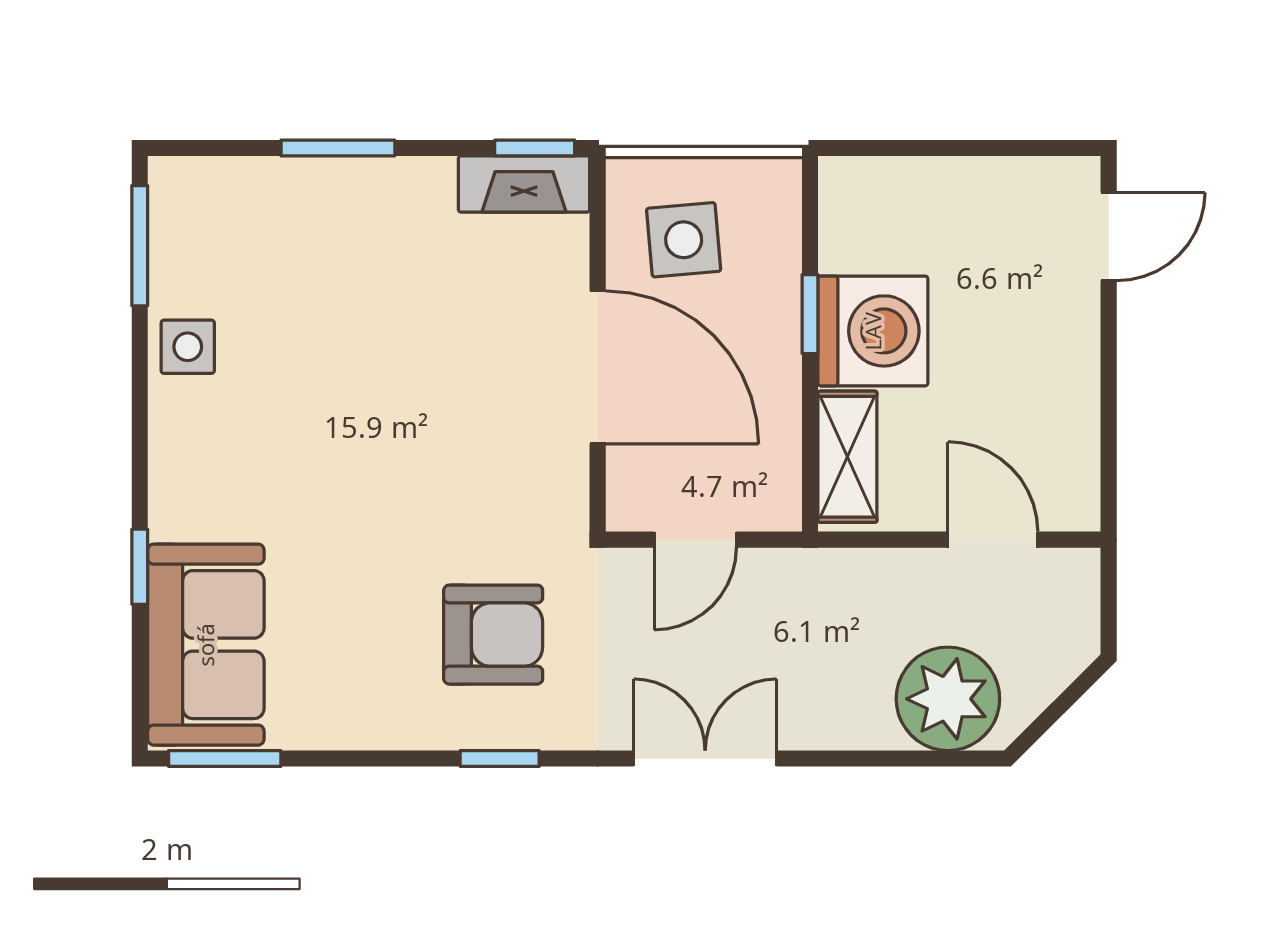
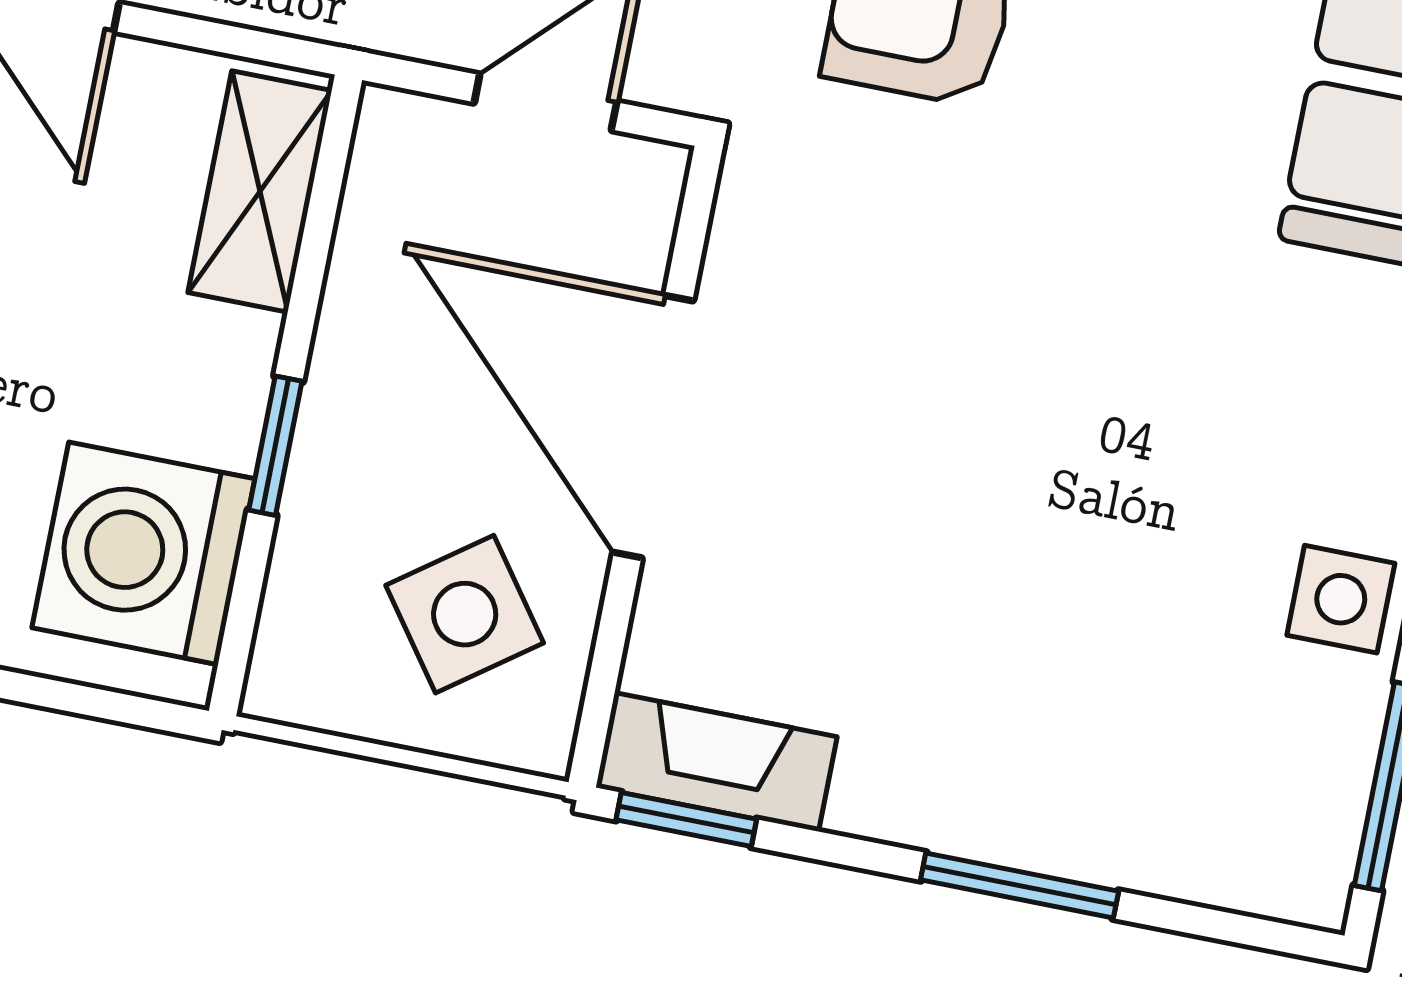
side table: (684, 240) -> (465, 614), turned -31
washing machine: (873, 331) -> (143, 553), moved

